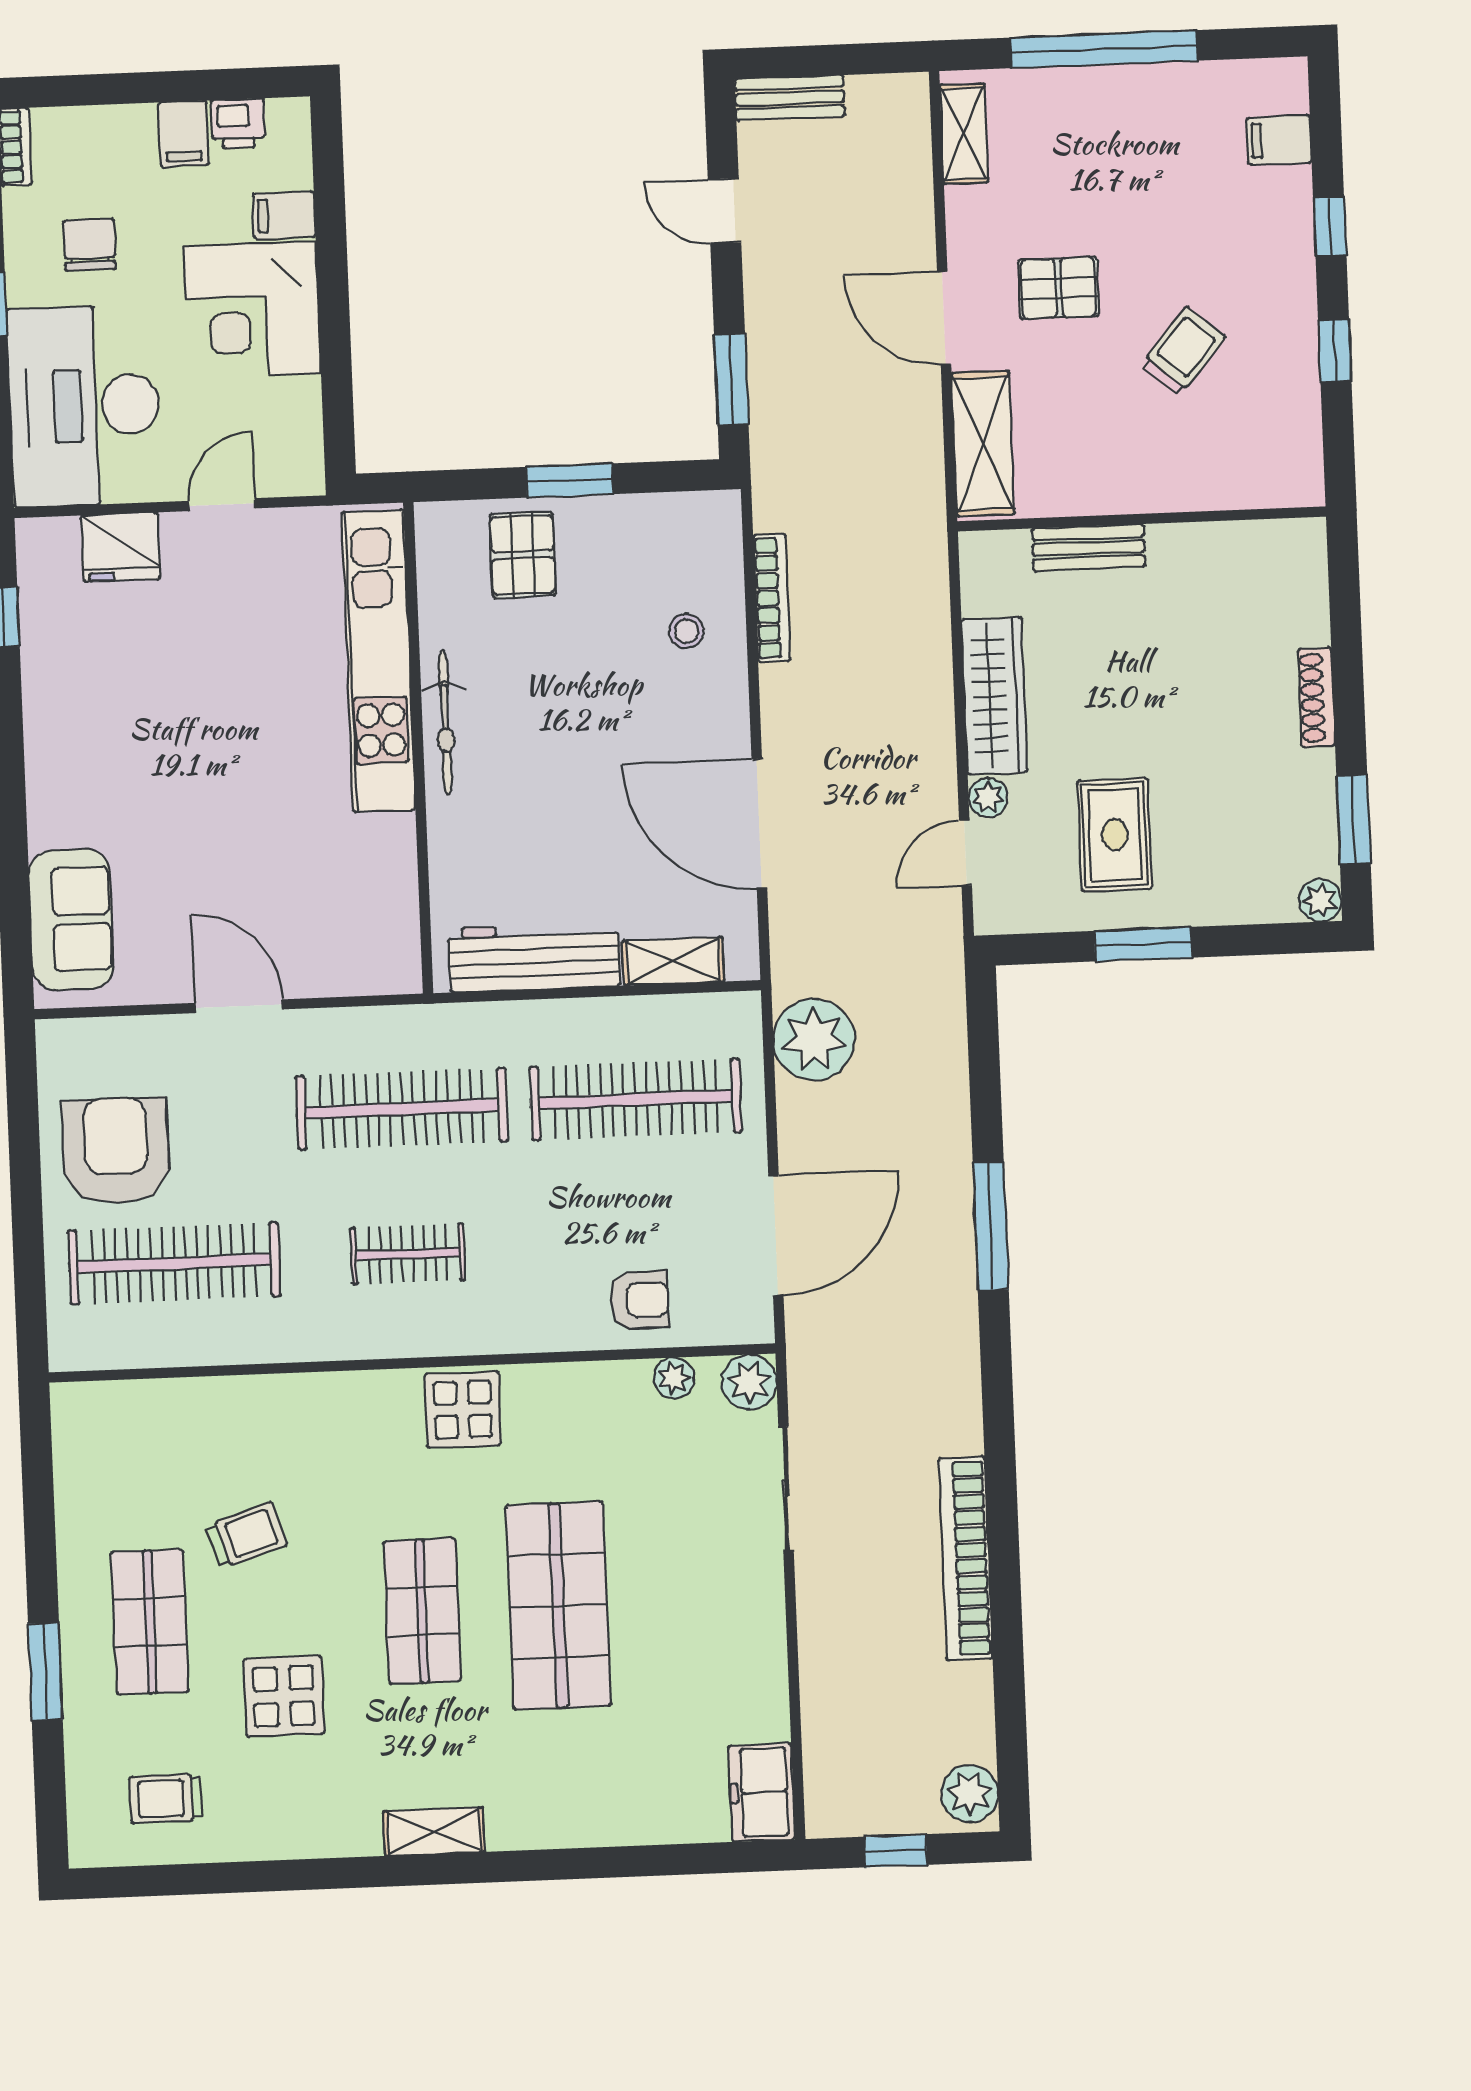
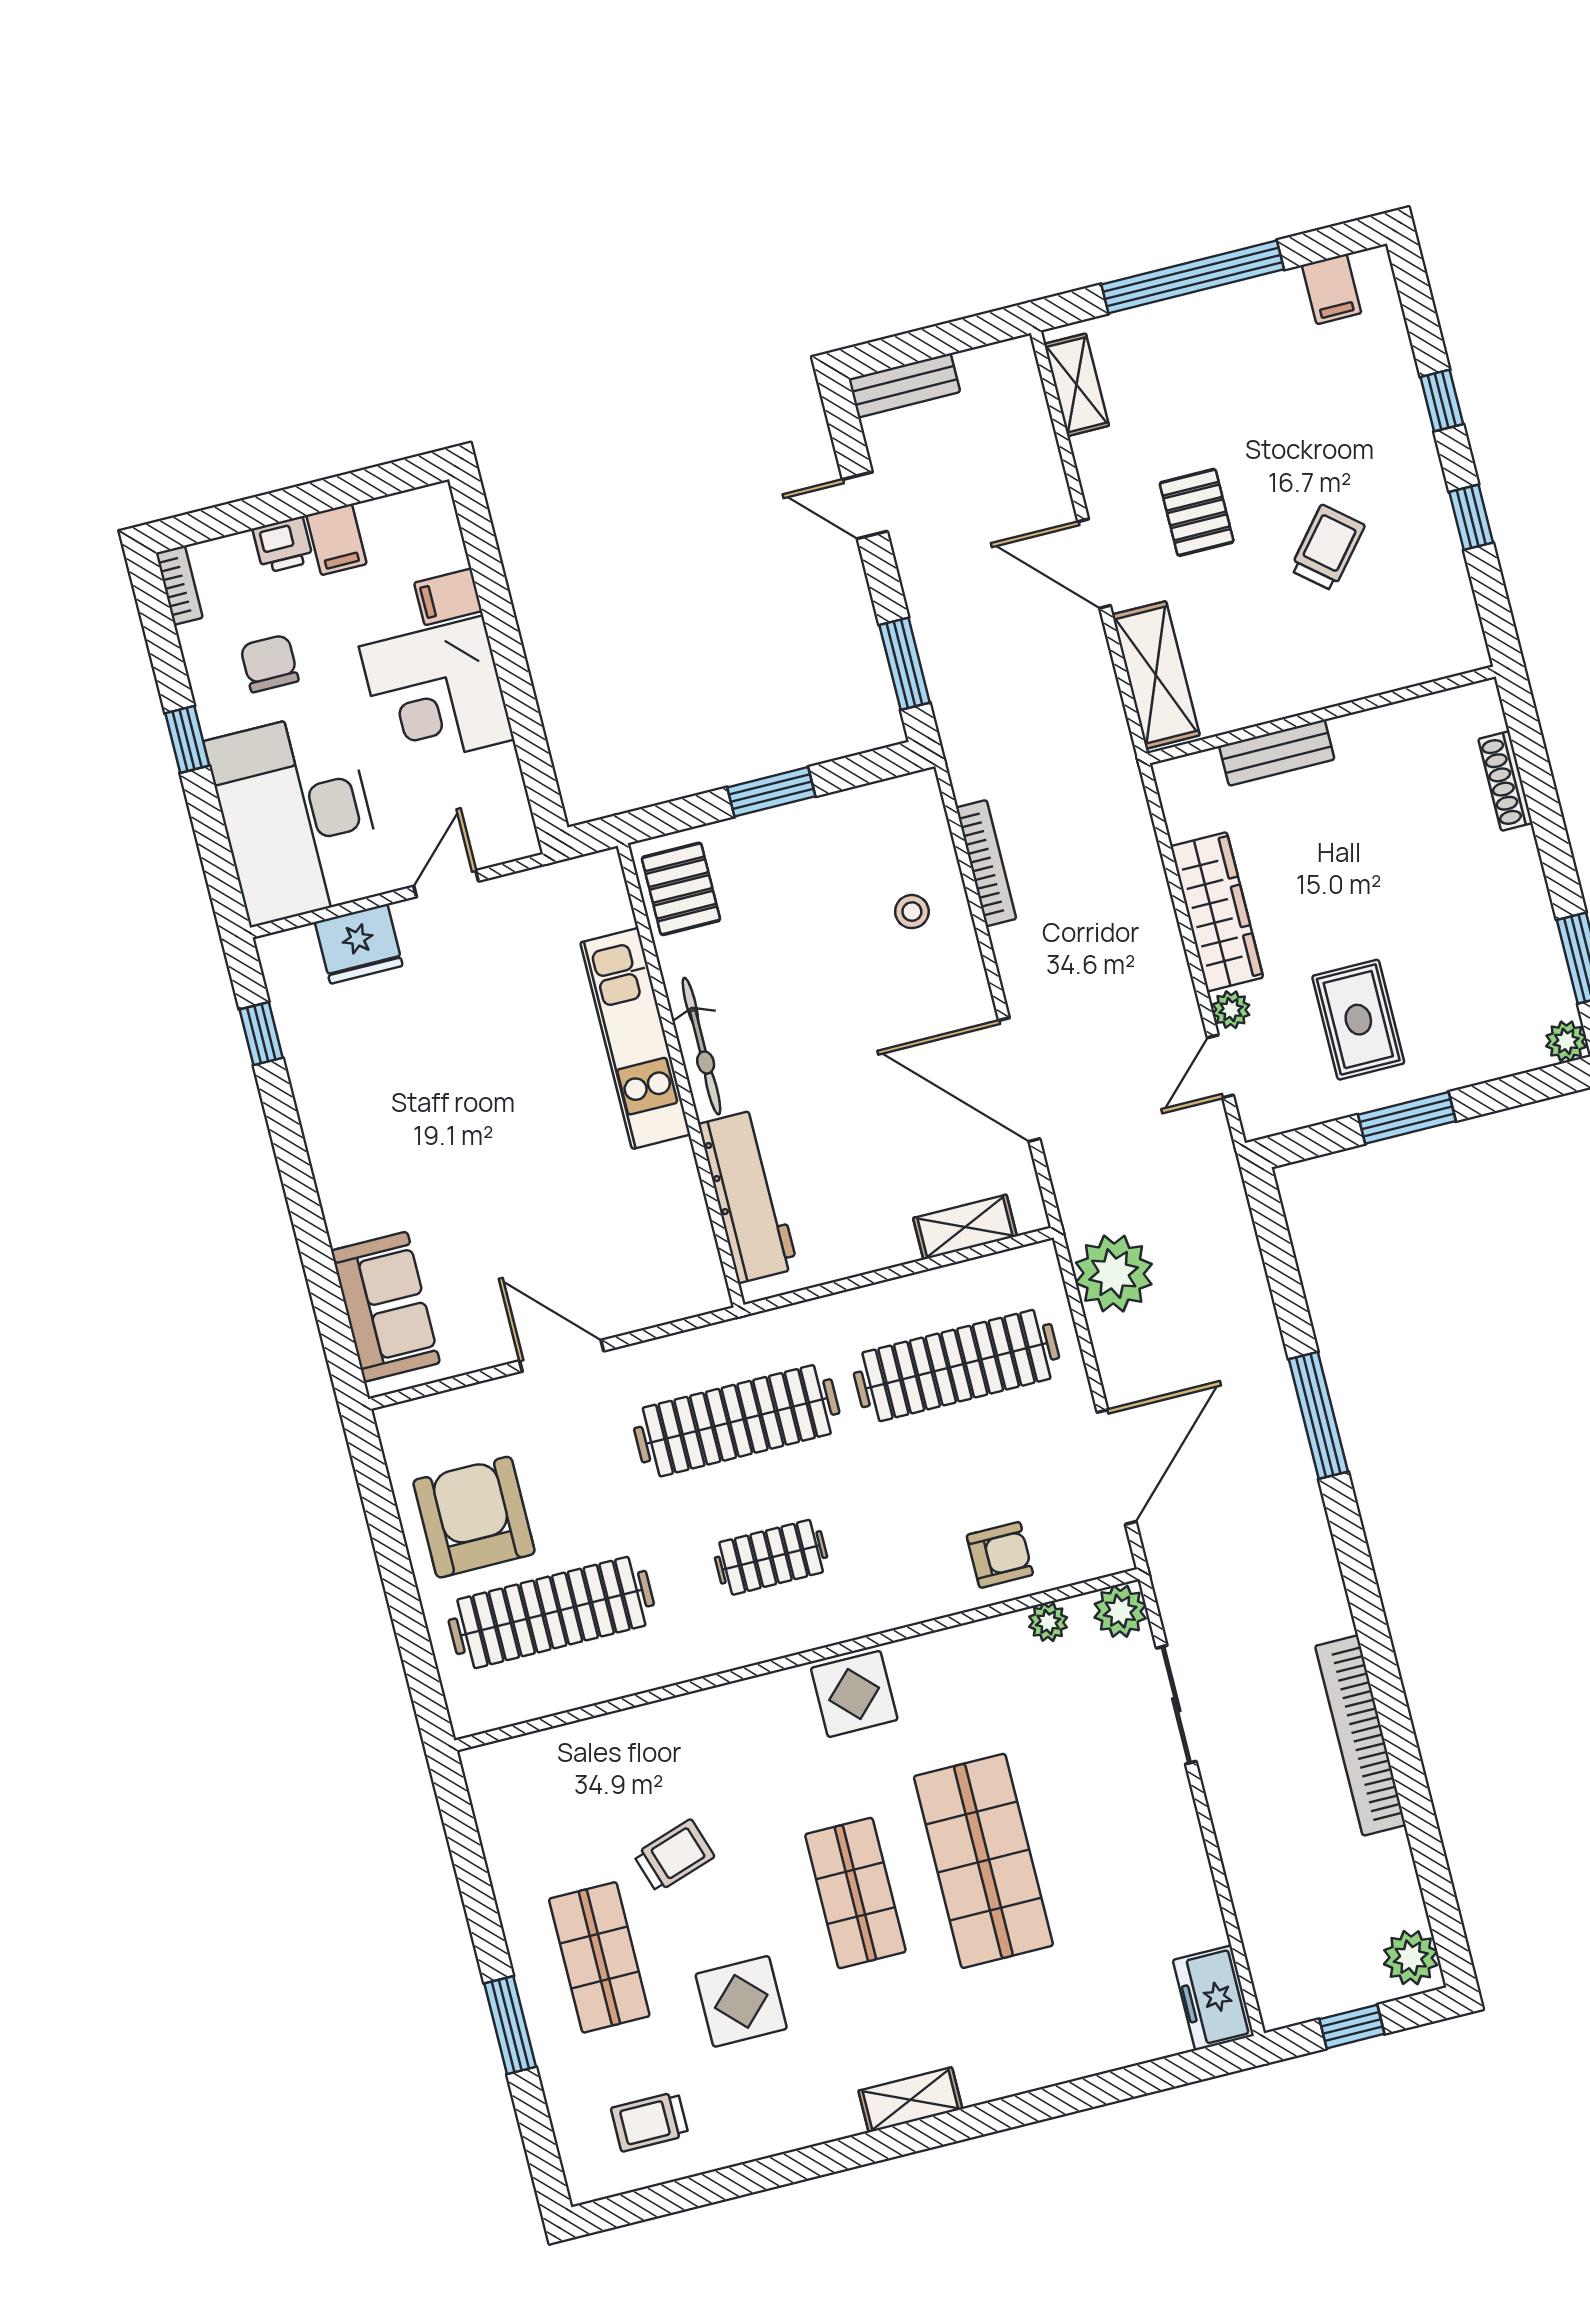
printer: (238, 124) -> (283, 545), moved
filing cabinet: (1279, 140) -> (1332, 289), moved, turned -90
pallet: (1058, 288) -> (1197, 512), turned 90
pallet: (523, 555) -> (681, 889), moved
kitchen unit: (378, 661) -> (635, 1039), width x0.73
shoe rack: (1317, 697) -> (1505, 781), moved
workbench: (534, 957) -> (748, 1196), moved, turned 90

